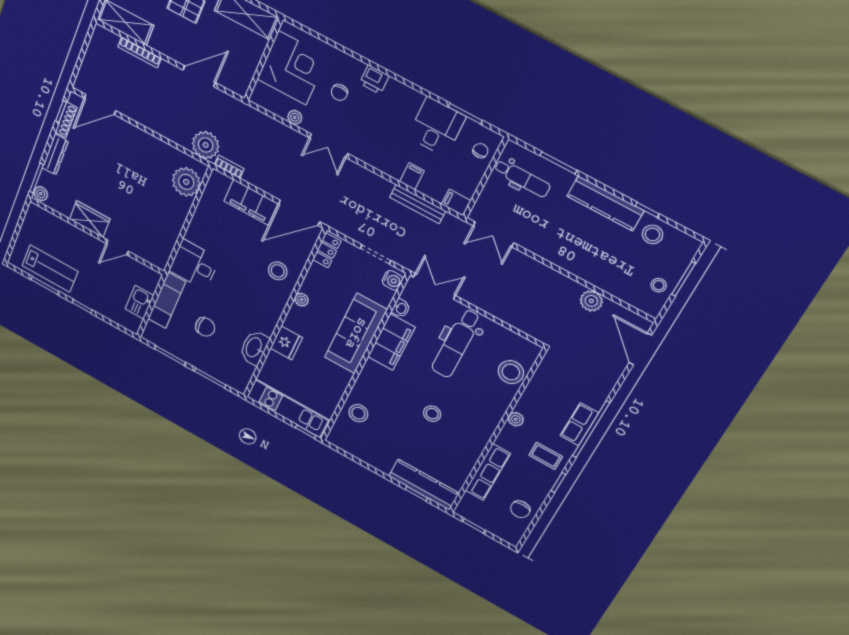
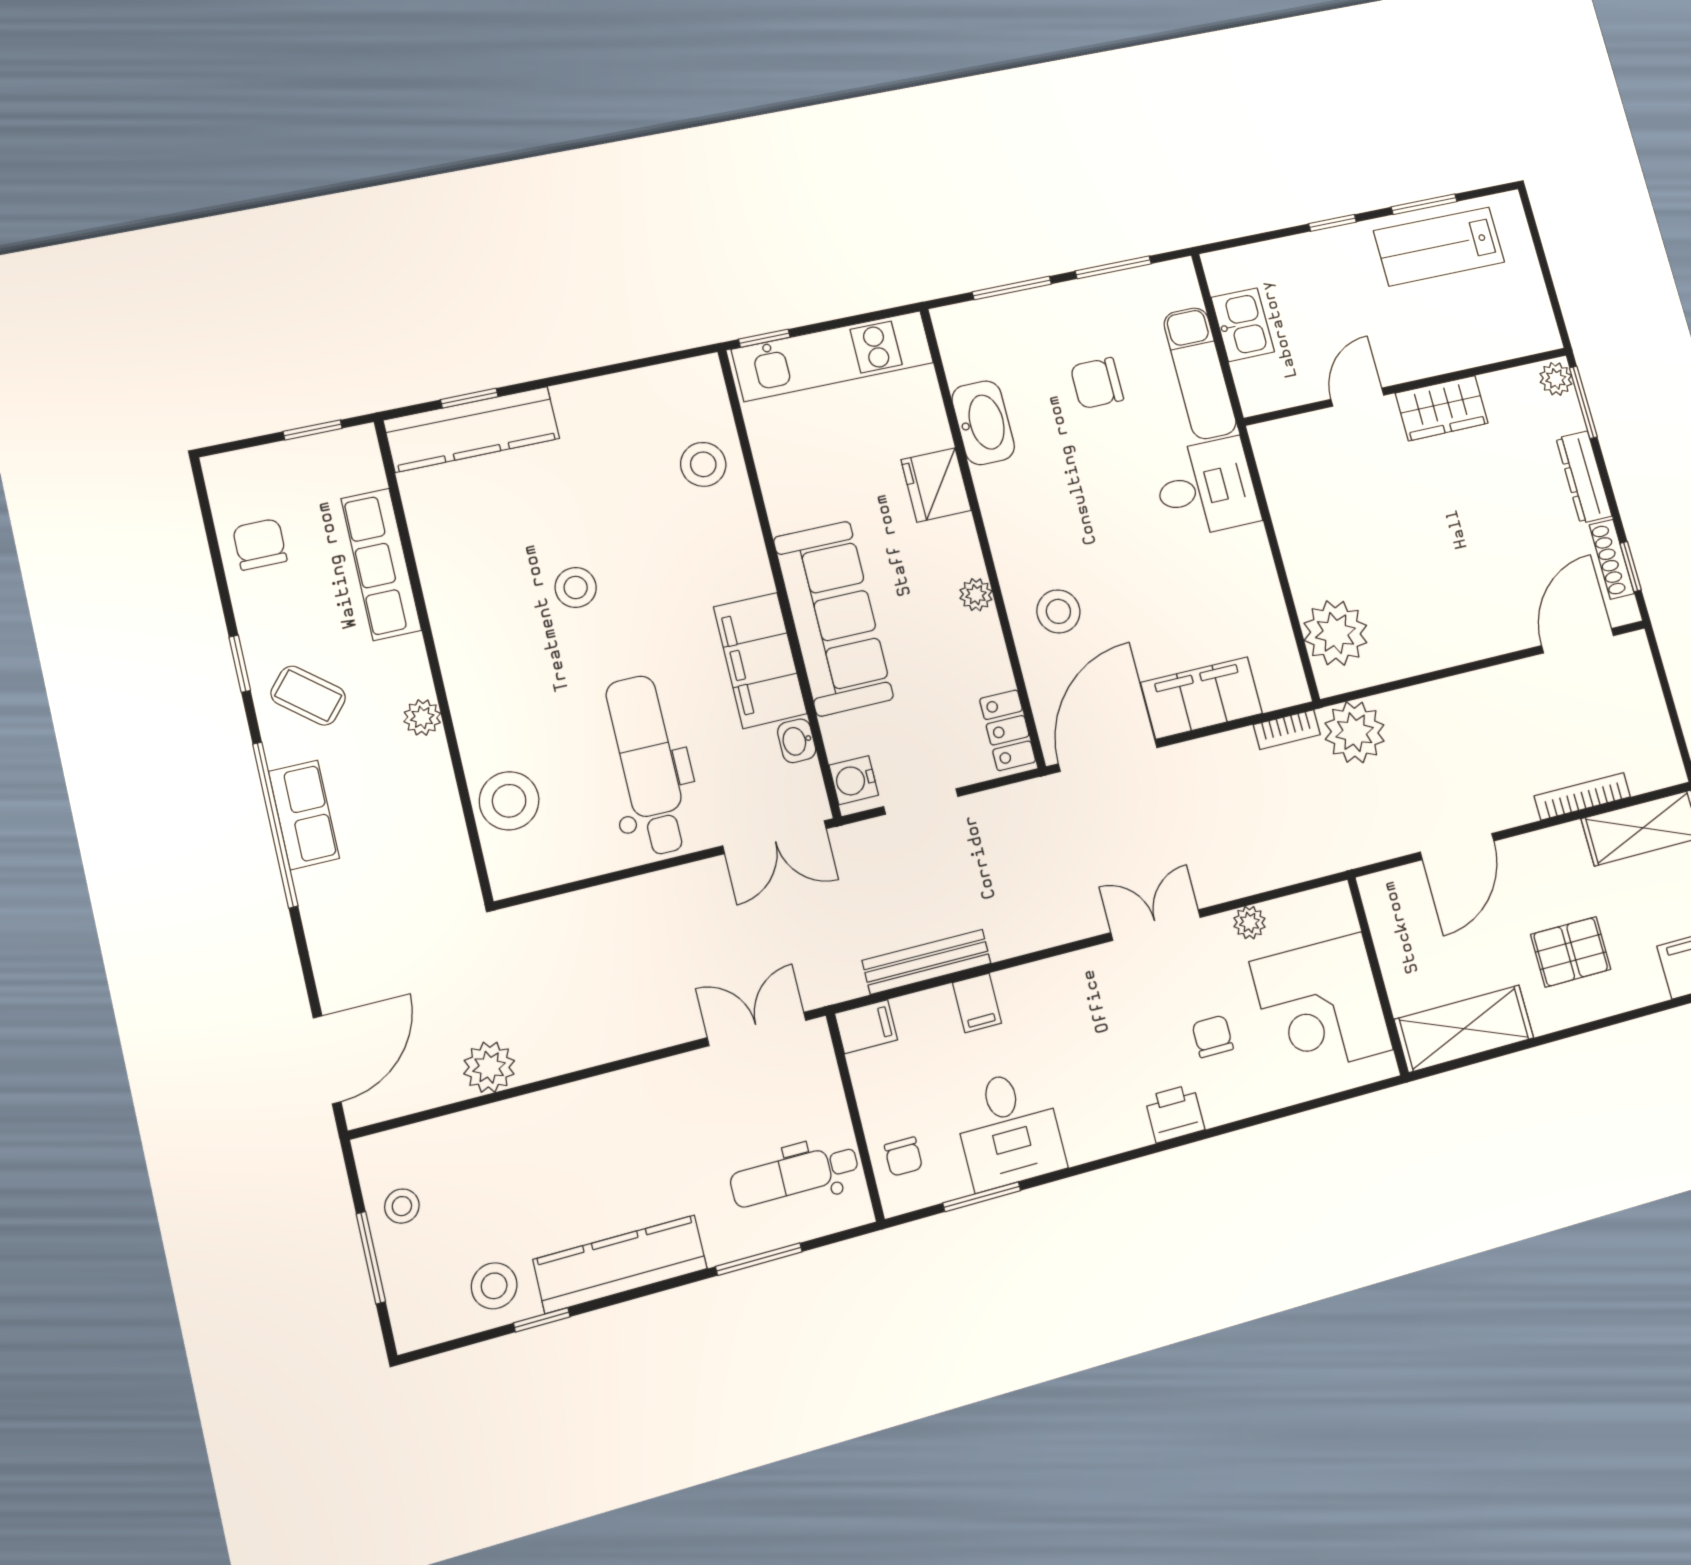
door: (640, 349) -> (327, 1060), hinge flipped
coffee table: (546, 456) -> (308, 696), turned 40

